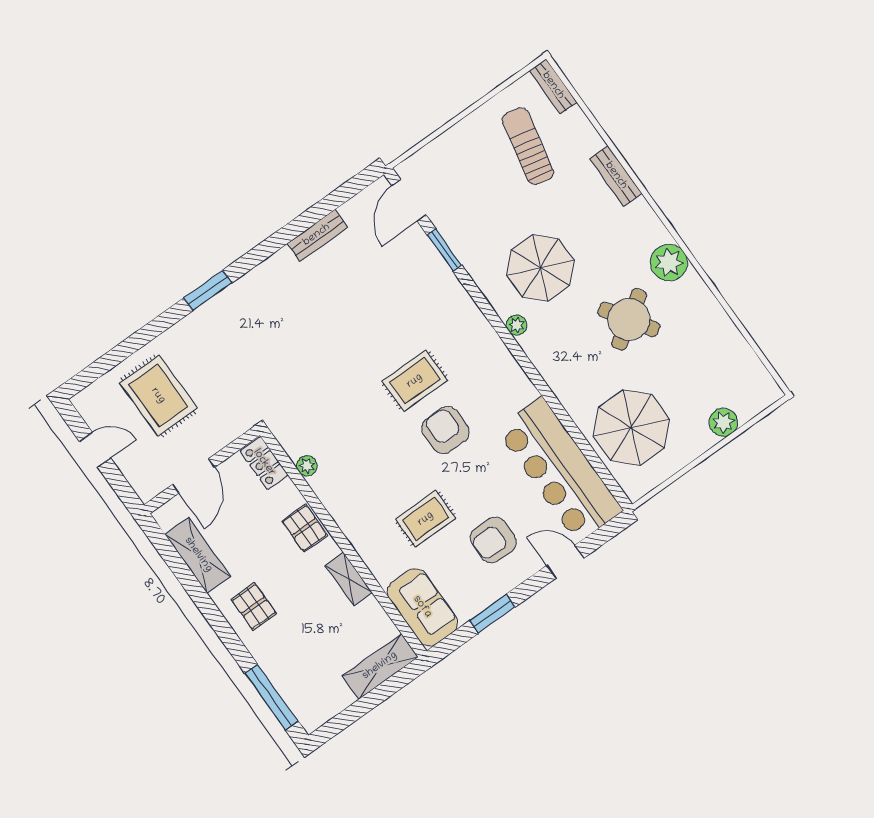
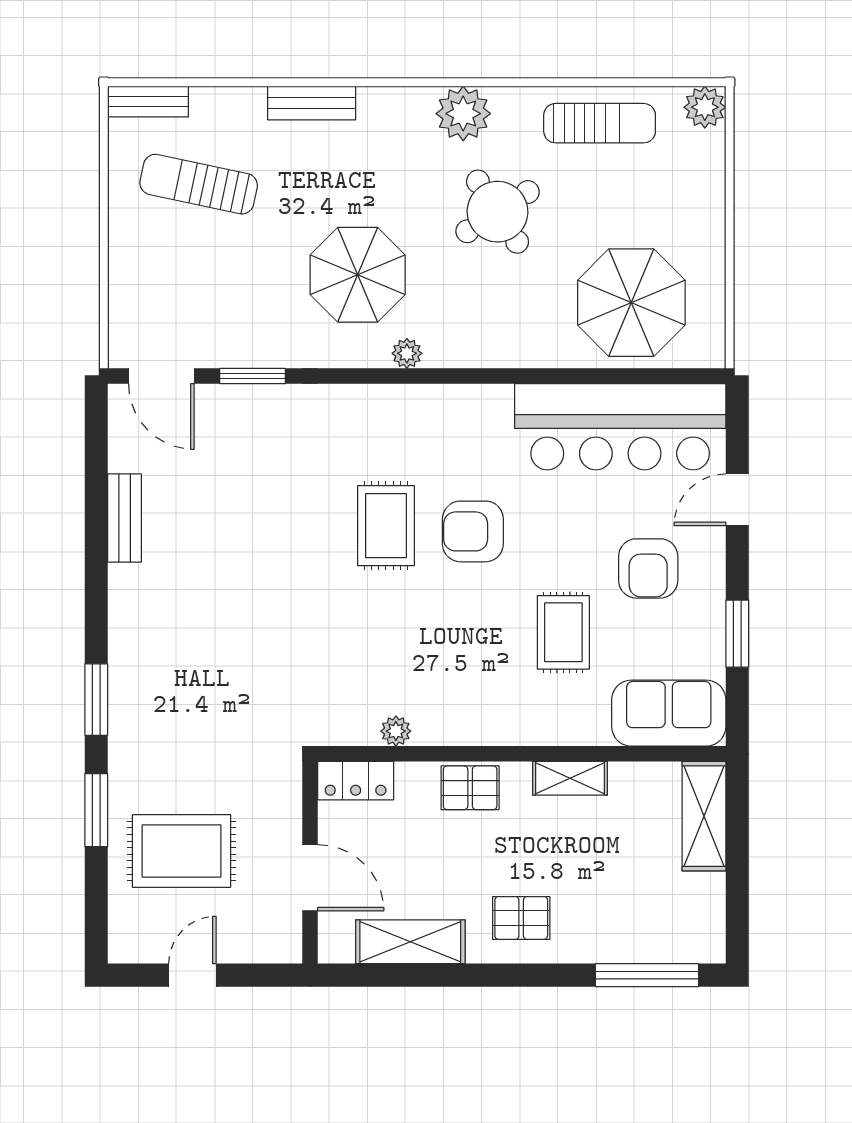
window: (148, 333) -> (96, 810), added
sun lounger: (717, 341) -> (600, 123), added
plant: (723, 422) -> (705, 107), moved

